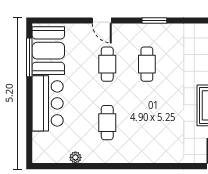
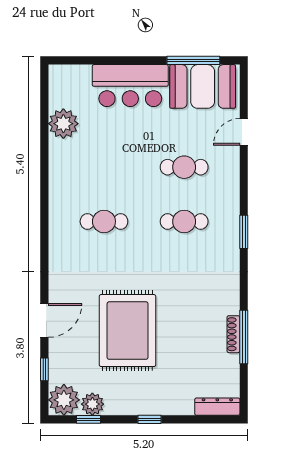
door: (102, 21) -> (244, 132), moved
cafe table: (107, 123) -> (104, 221), moved
plant: (75, 157) -> (63, 124), width x1.87, depth x1.87

